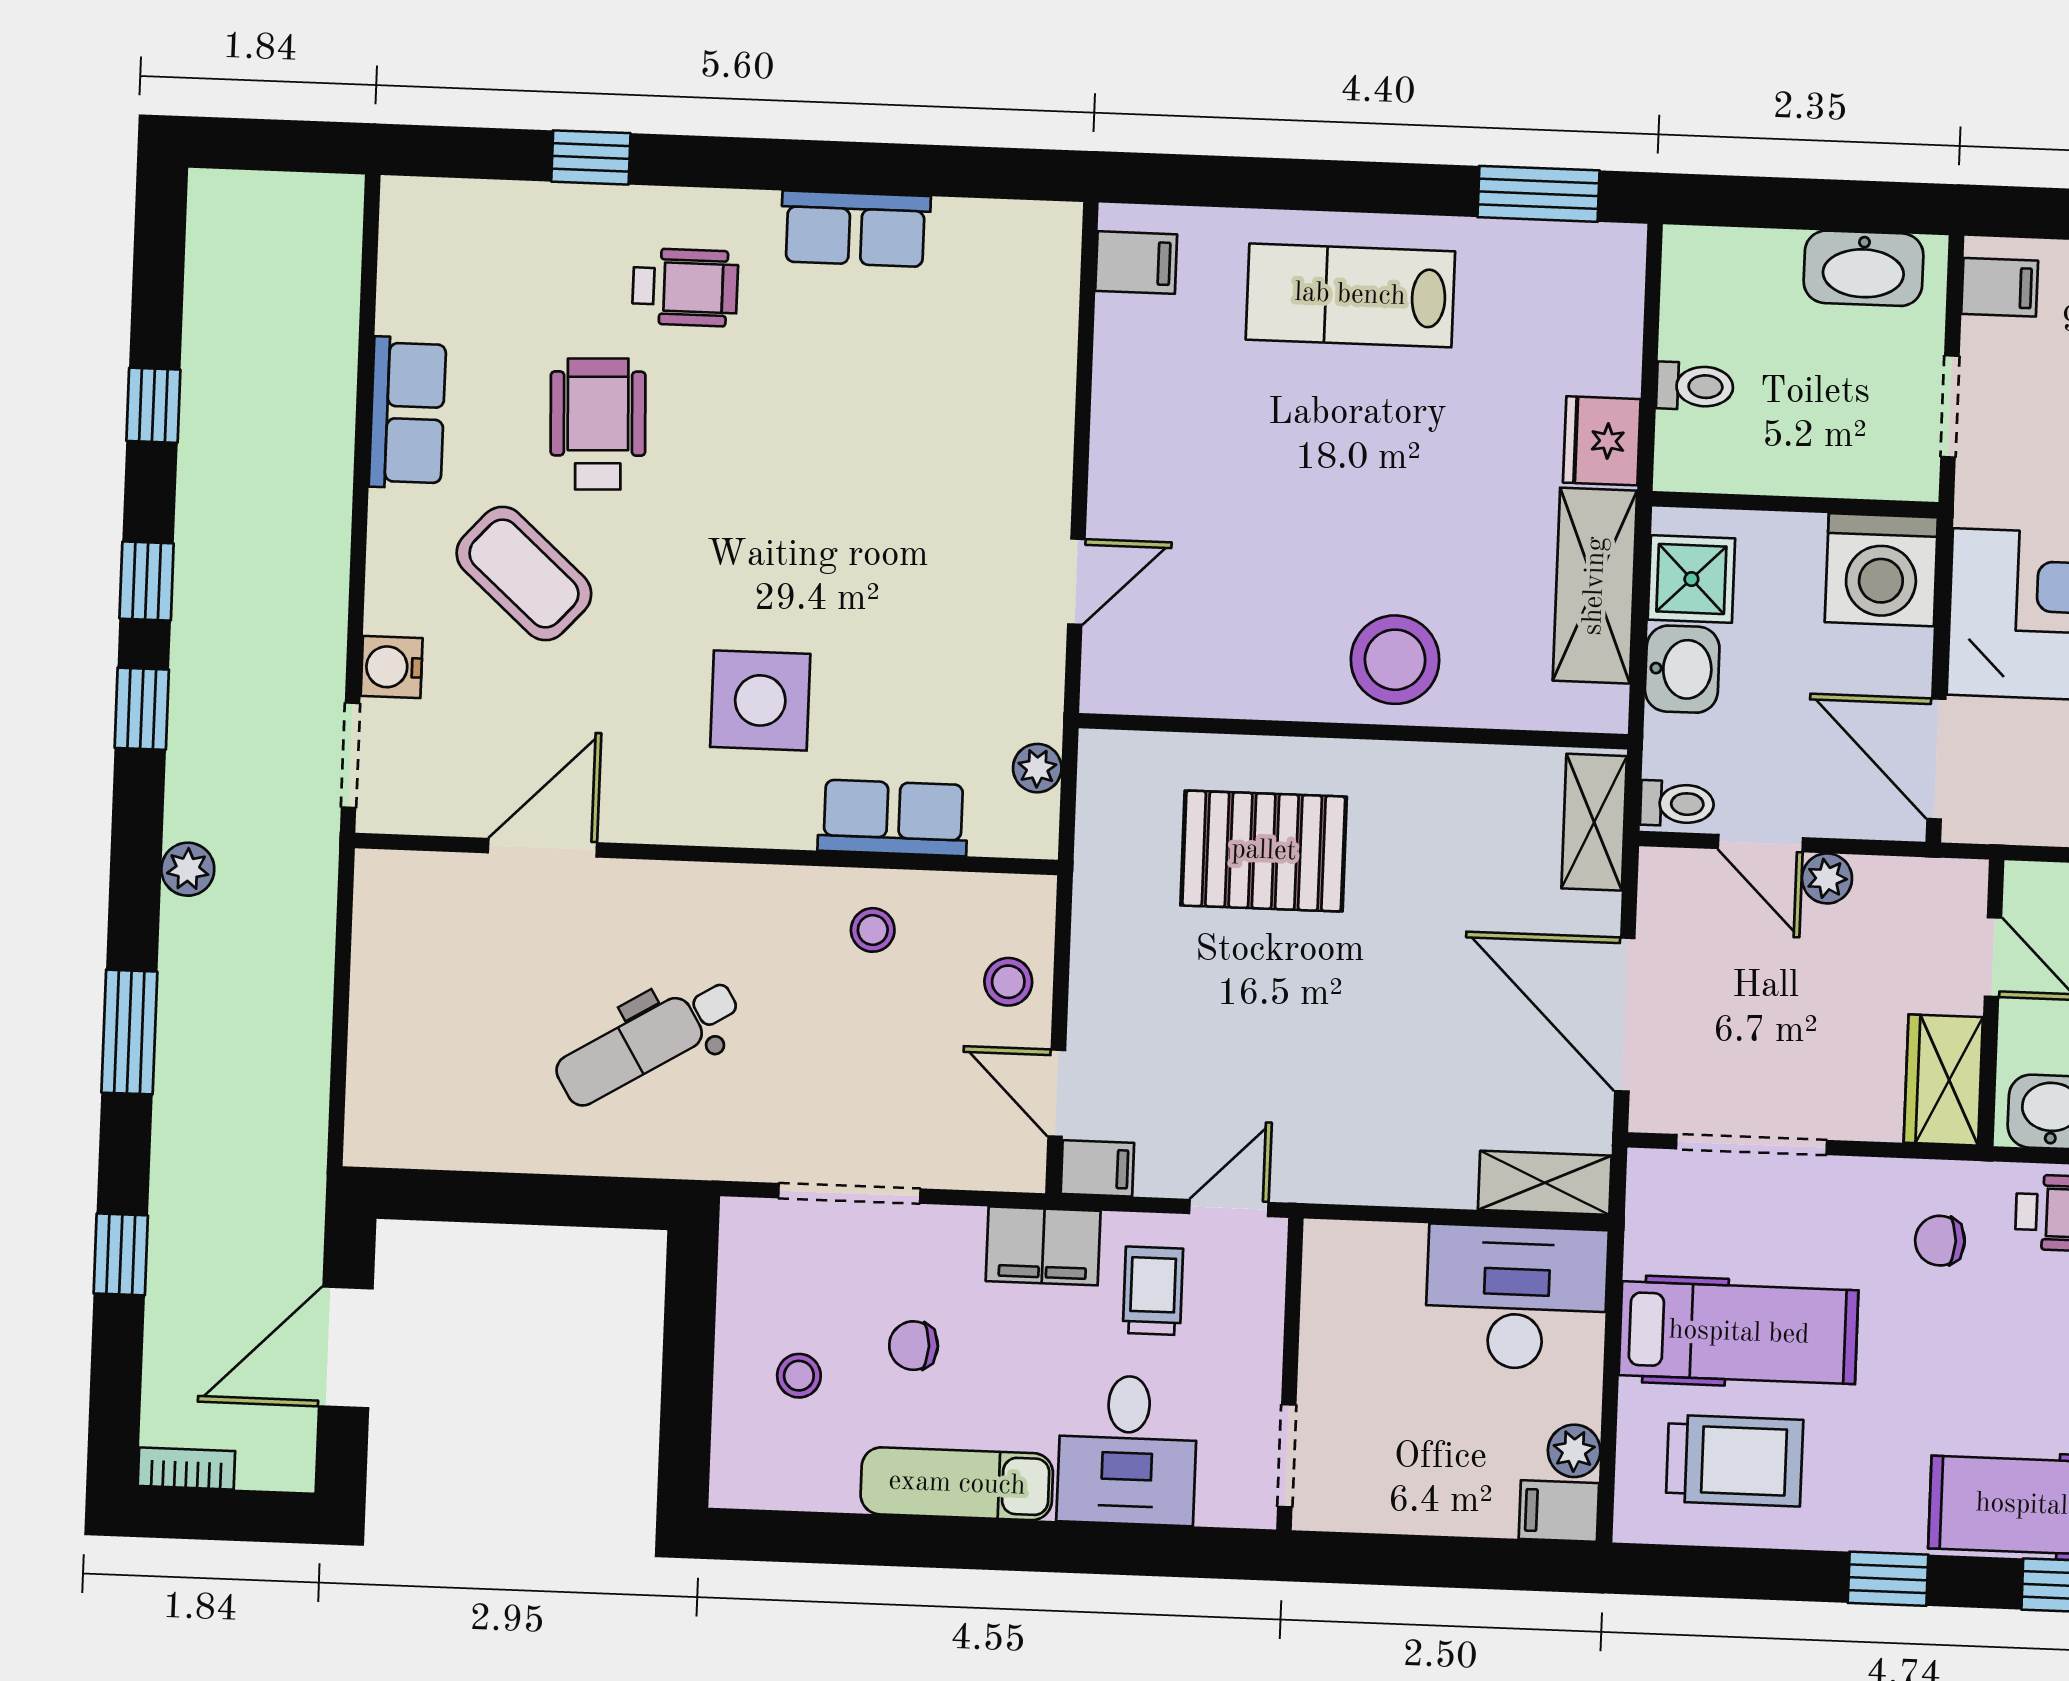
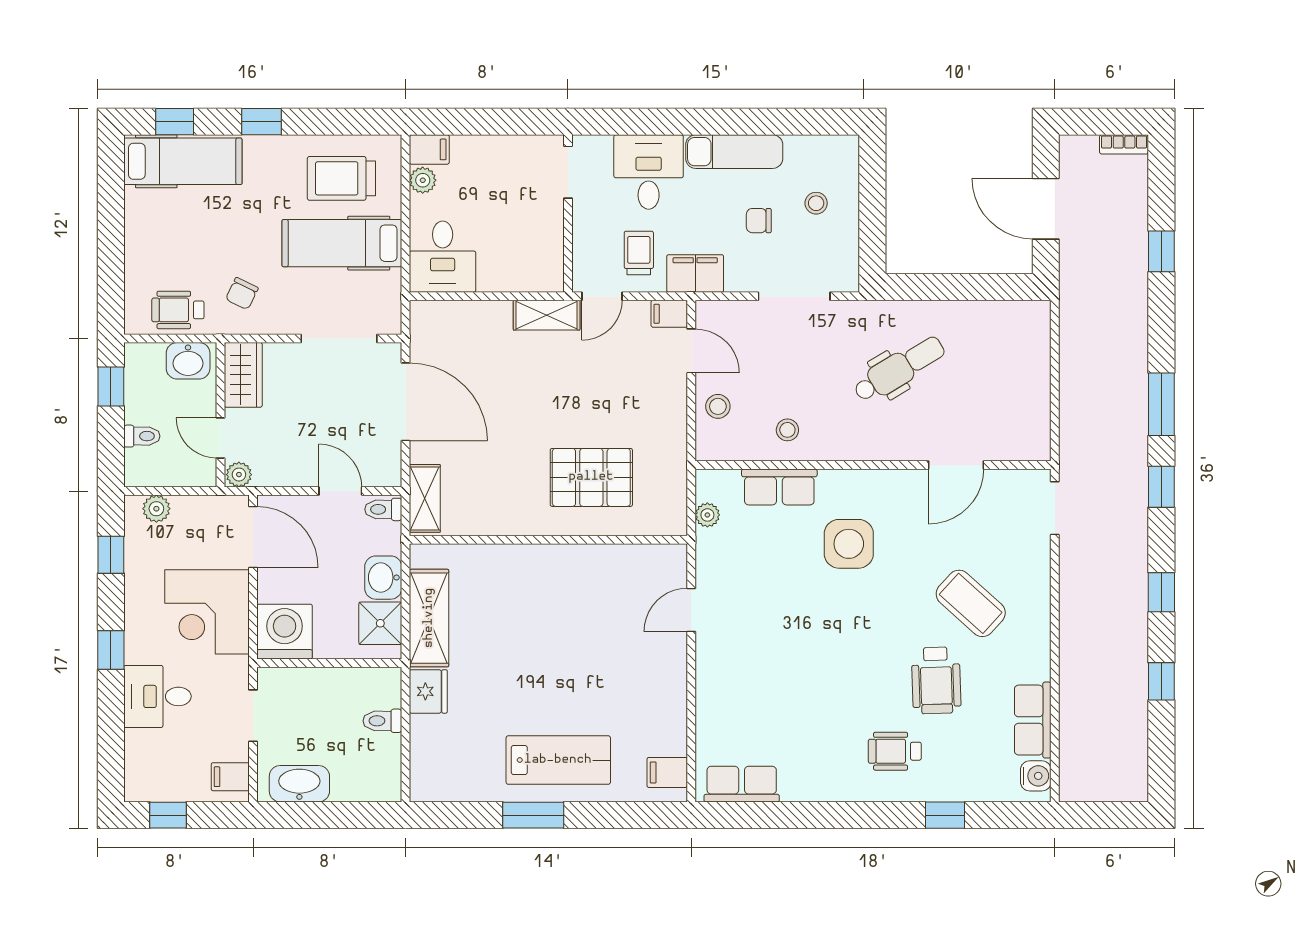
window: (1539, 194) -> (533, 815), moved
row of seats: (855, 229) -> (742, 784), moved
row of seats: (407, 413) -> (1033, 720), moved
stool: (1395, 660) -> (529, 577), removed
water cooler: (392, 667) -> (1036, 776), moved
window: (142, 709) -> (1161, 487), moved
plant: (188, 869) -> (1135, 447), removed
plant: (1827, 878) -> (239, 475), moved
window: (129, 1032) -> (1161, 404), moved
shelving: (1545, 1183) -> (547, 315), moved
chair: (1940, 1241) -> (242, 294), turned 116
trolley: (1153, 1291) -> (639, 253), turned 180
desk: (1516, 1297) -> (443, 257), width x0.73
chair: (914, 1346) -> (759, 221), turned 180
door: (346, 1347) -> (1046, 209), swing flipped

